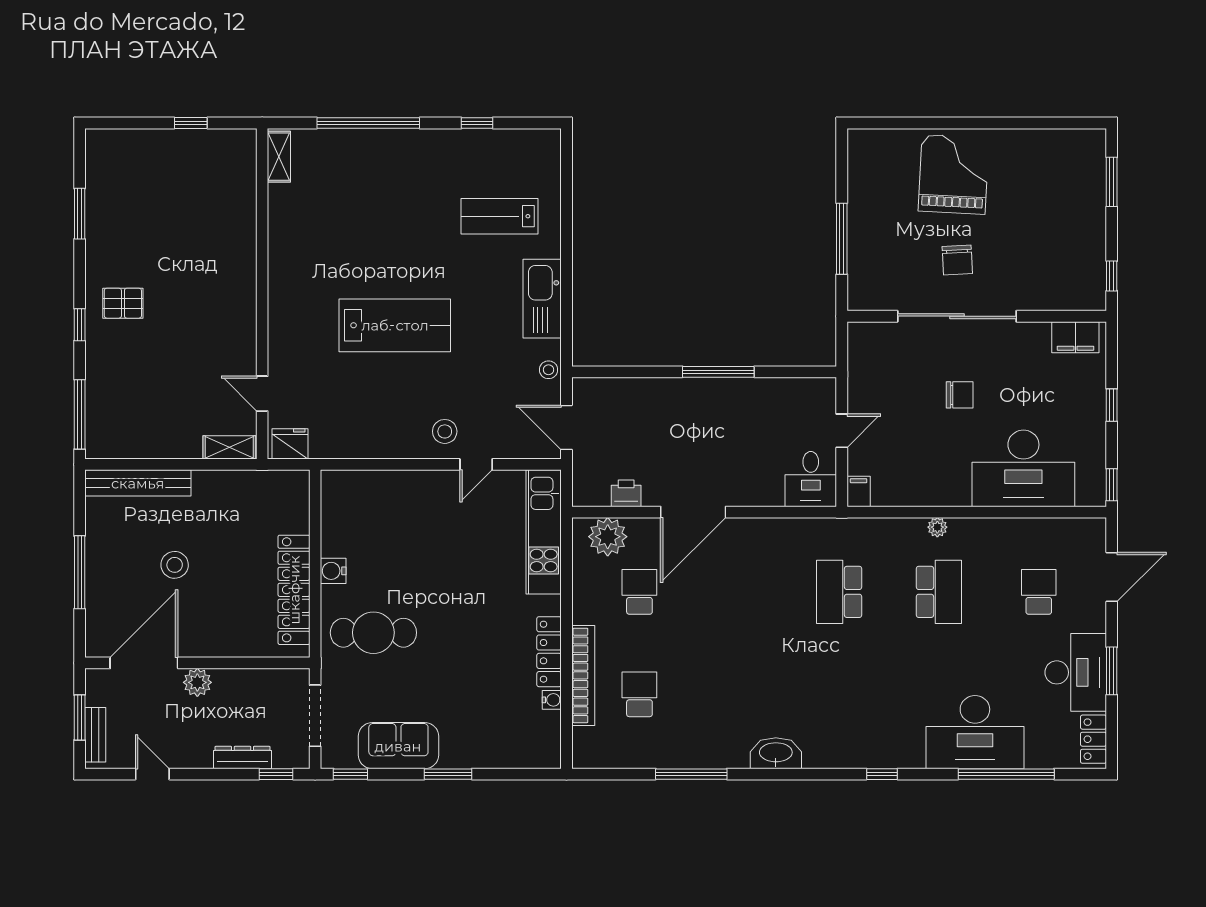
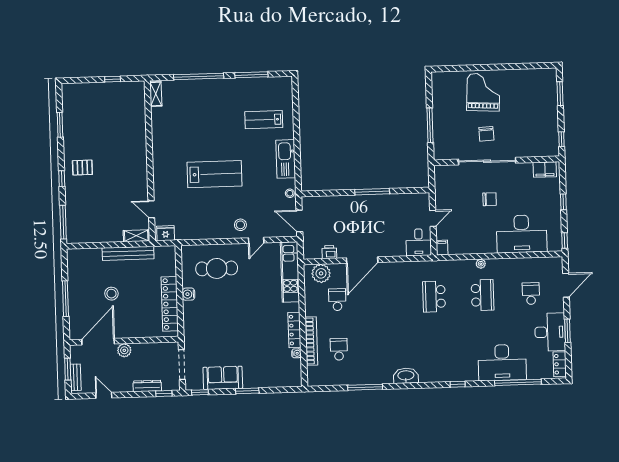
window: (477, 123) -> (251, 75), width x2.17
bench: (138, 483) -> (128, 253), moved
cafe table: (373, 633) -> (217, 268), moved

